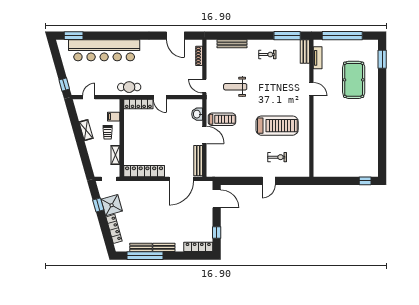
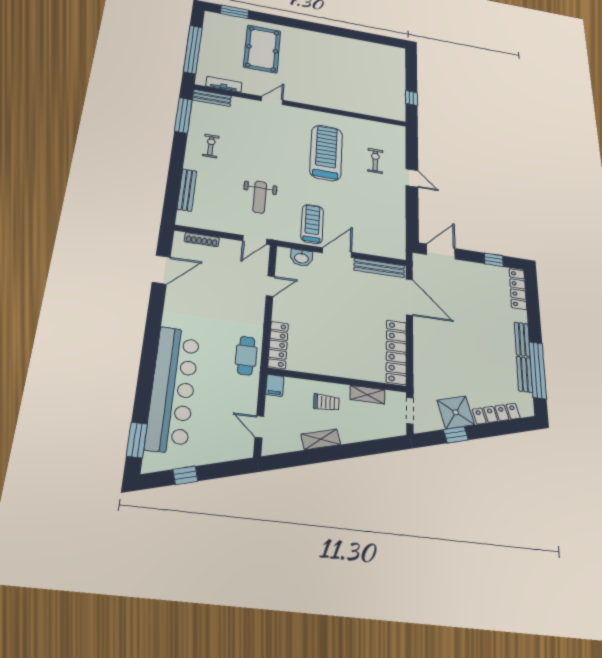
pool table: (354, 80) -> (262, 49), turned 90
window: (64, 84) -> (185, 475), moved
door: (160, 97) -> (270, 286), moved
filing cabinet: (114, 117) -> (275, 385), moved
window: (365, 181) -> (411, 98), moved

